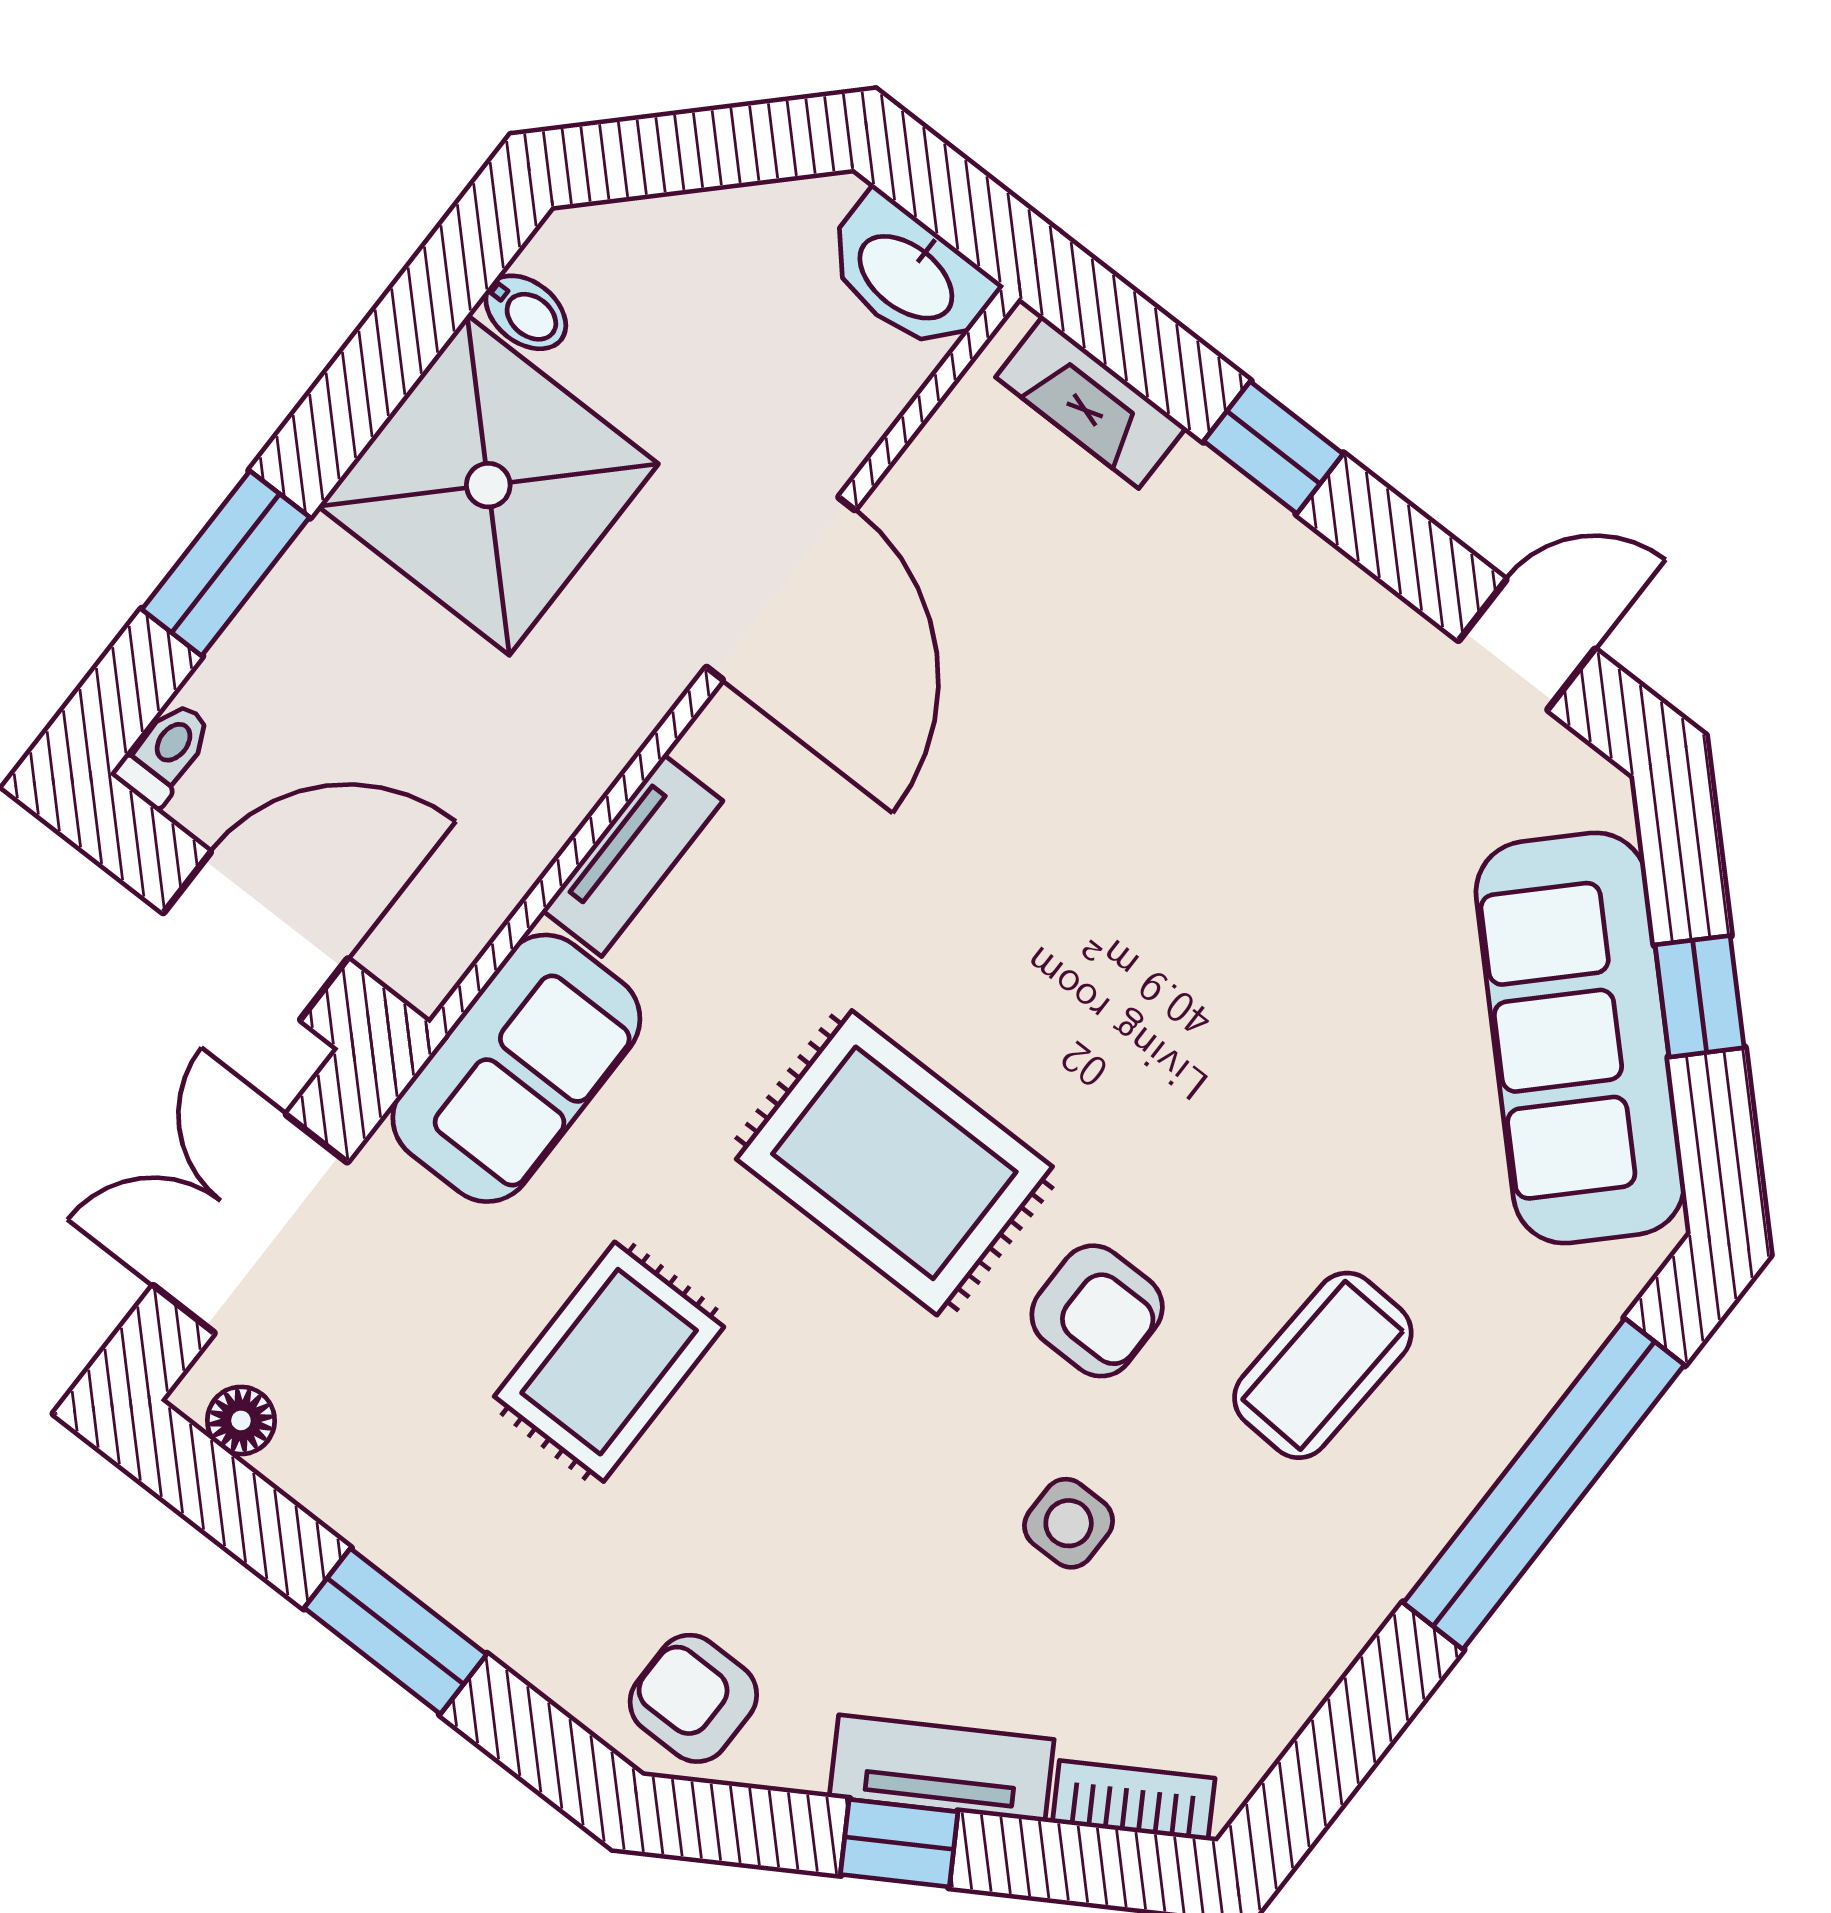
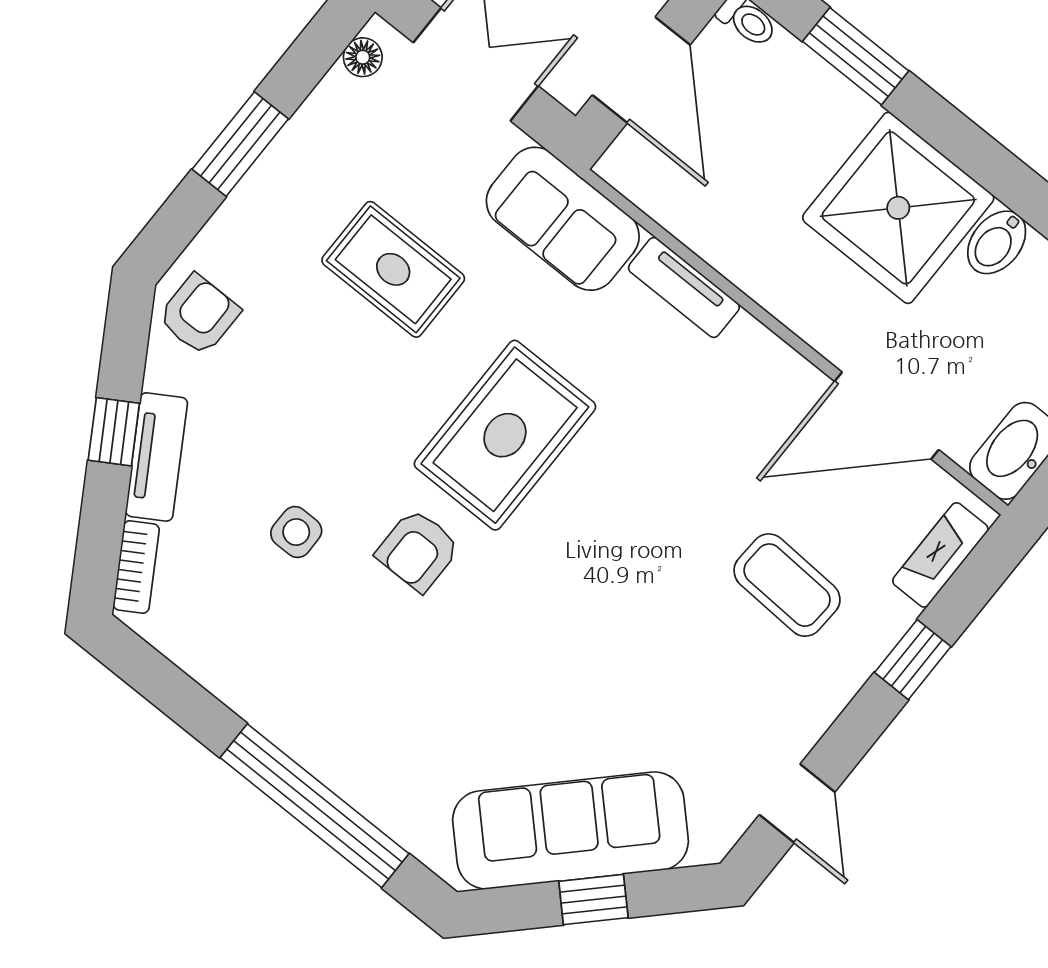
bidet: (526, 312) -> (997, 242), width x1.38, depth x1.36
door: (781, 588) -> (887, 416), moved
coffee table: (1323, 1365) -> (787, 585), moved

